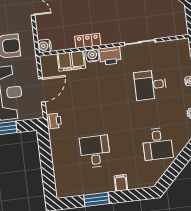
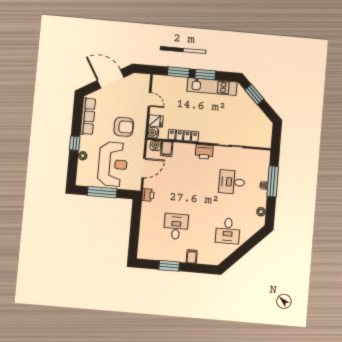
fridge: (45, 31) -> (156, 121), added
locker: (88, 41) -> (183, 136), width x1.53
water cooler: (92, 56) -> (155, 146), moved
filing cabinet: (71, 61) -> (167, 149), width x0.50

